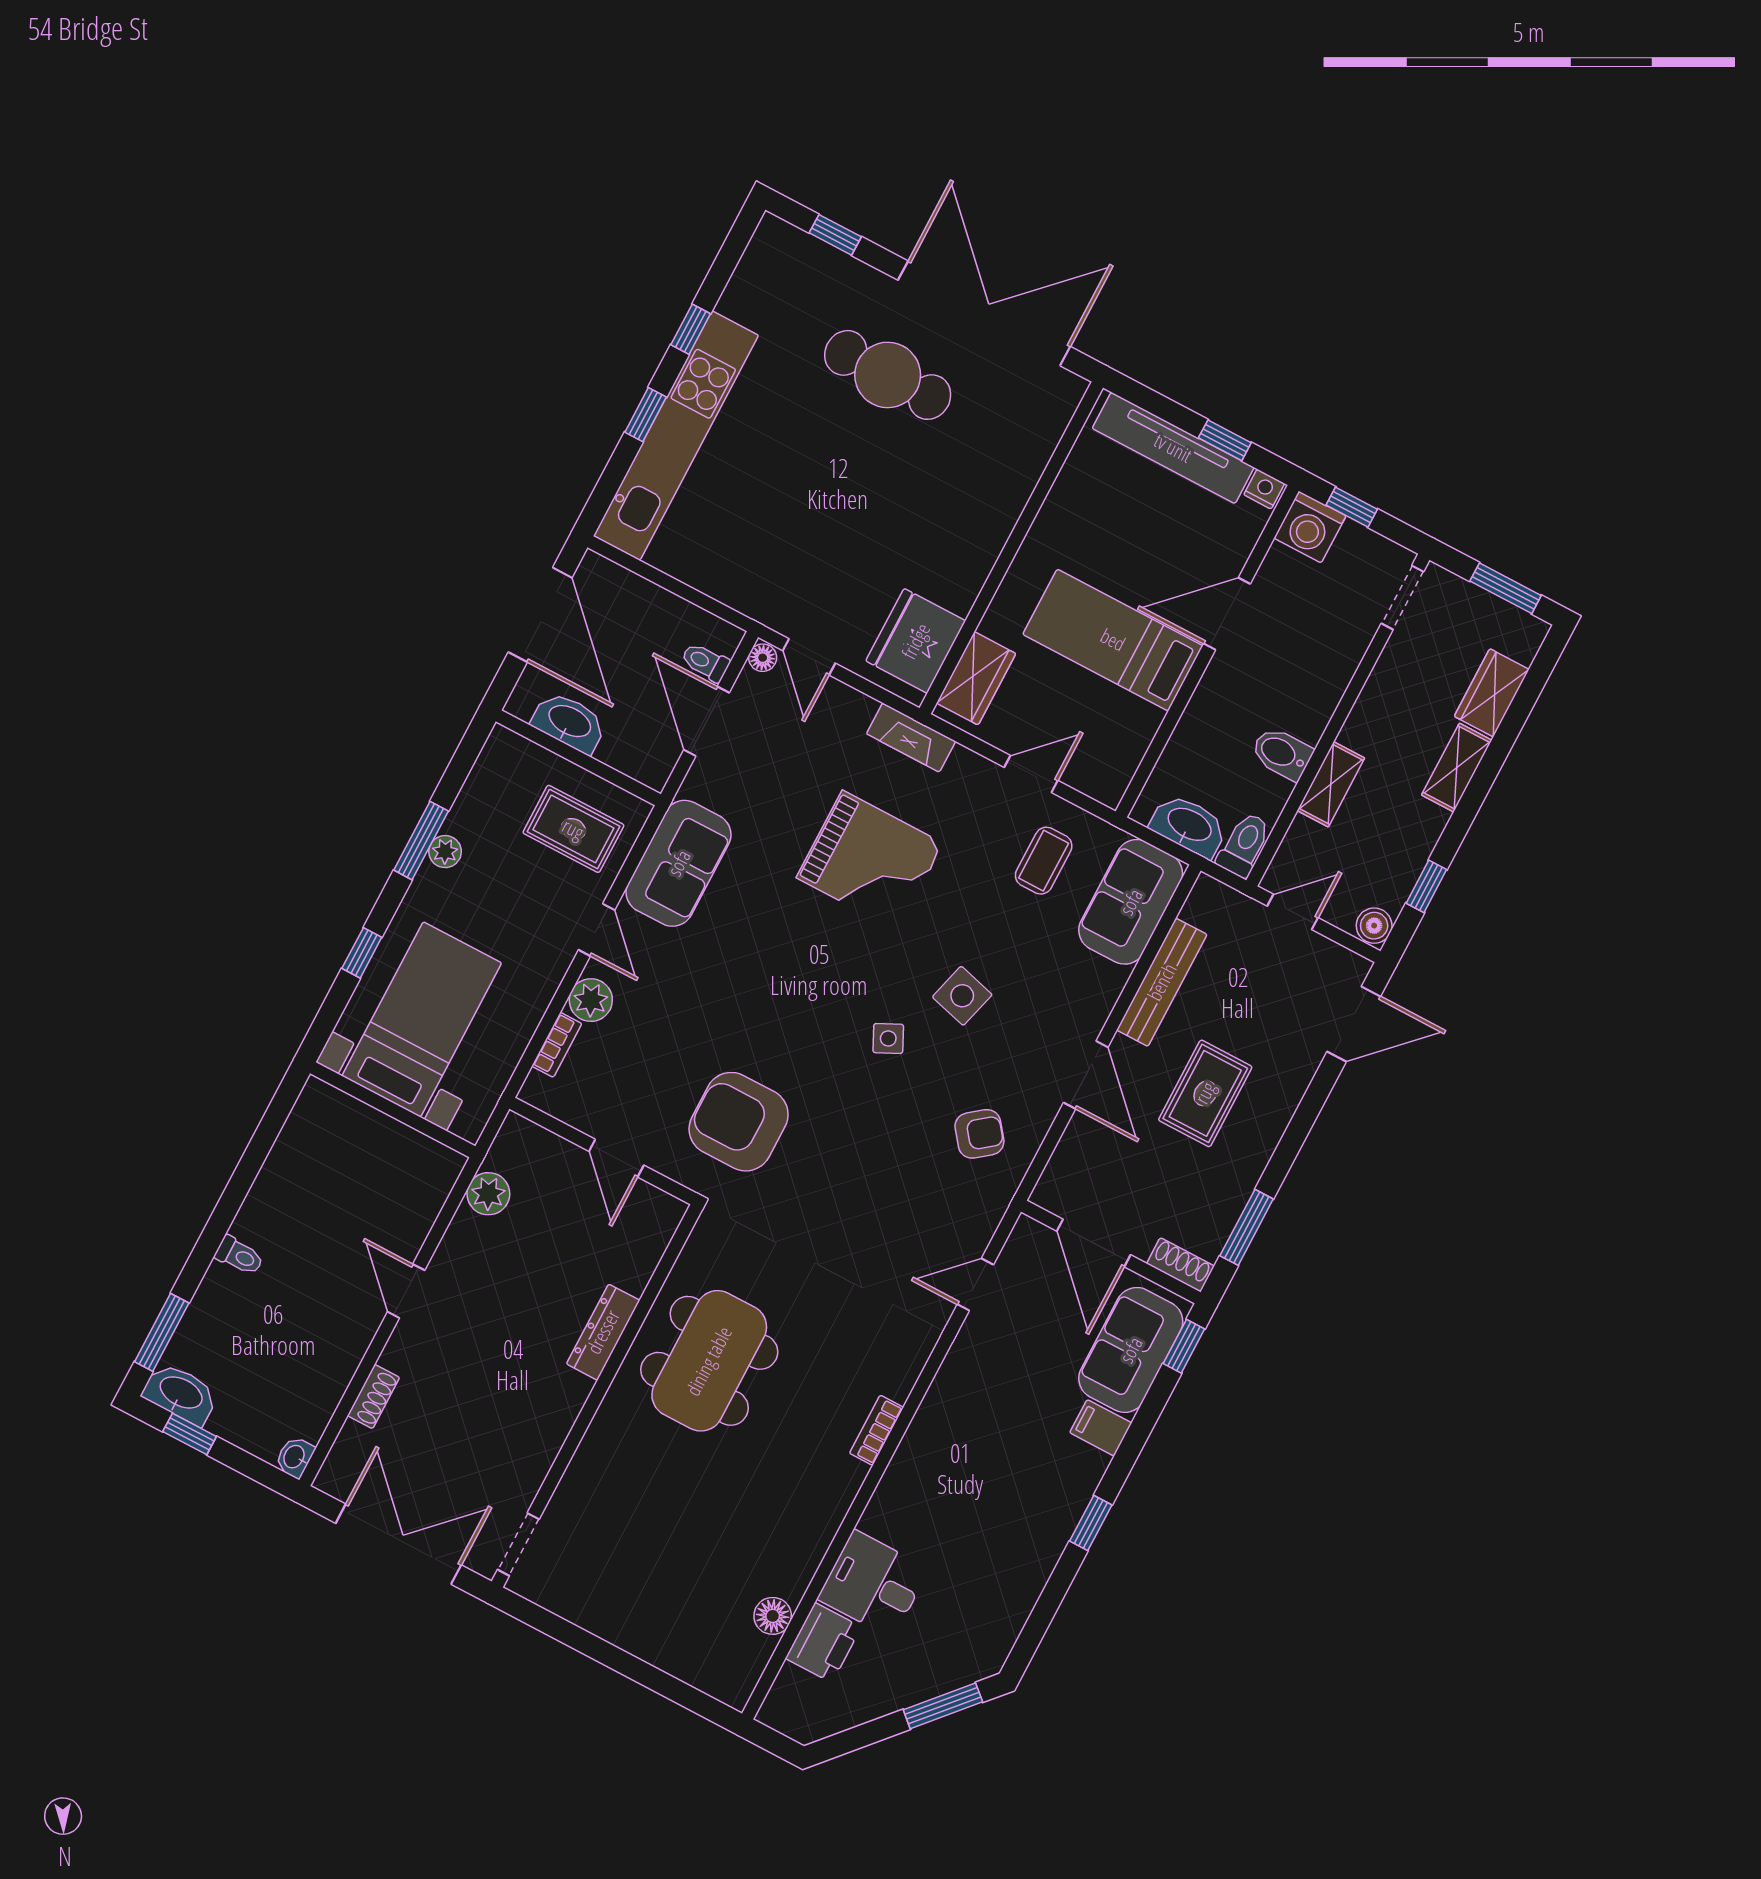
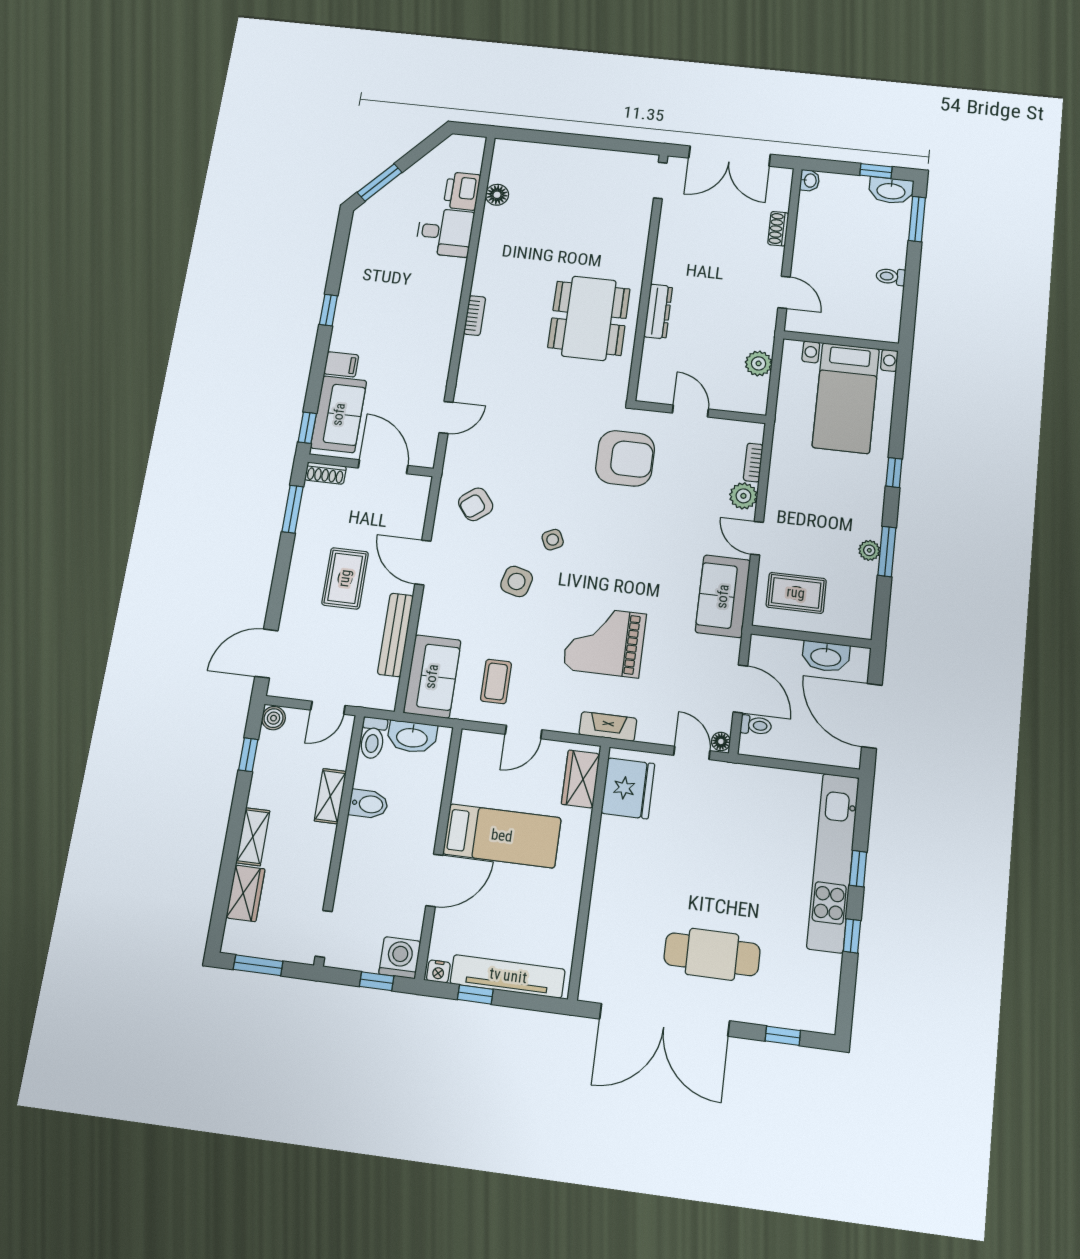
bed with nightstands: (422, 1019) -> (846, 398), moved
wall: (393, 1110) -> (841, 341), moved

